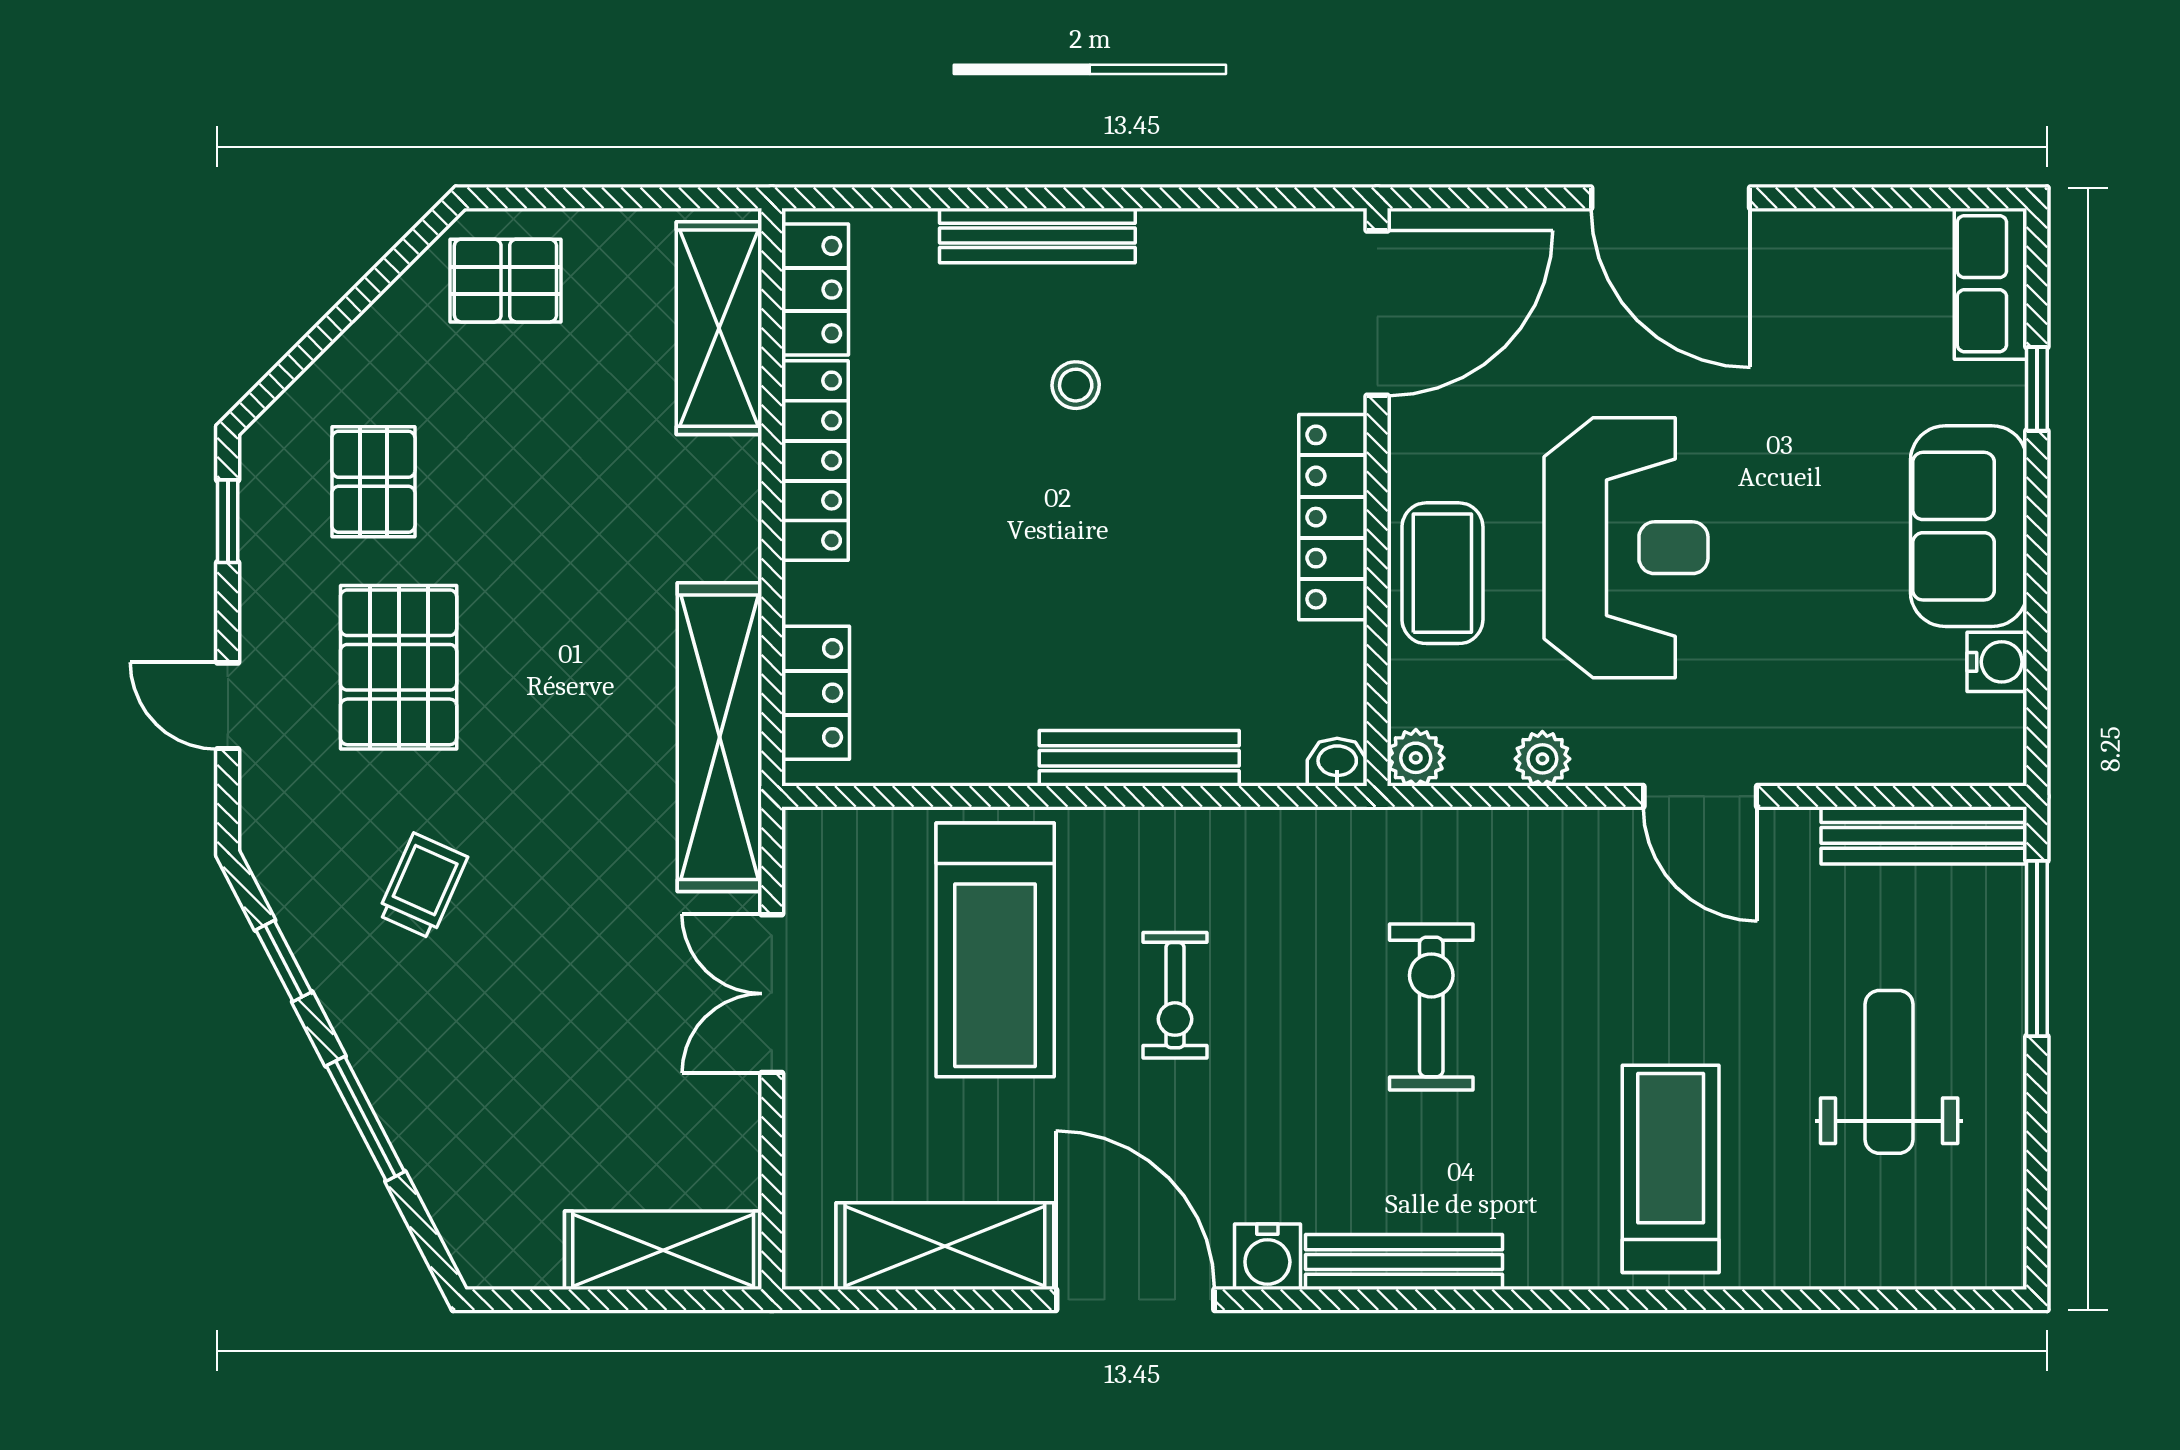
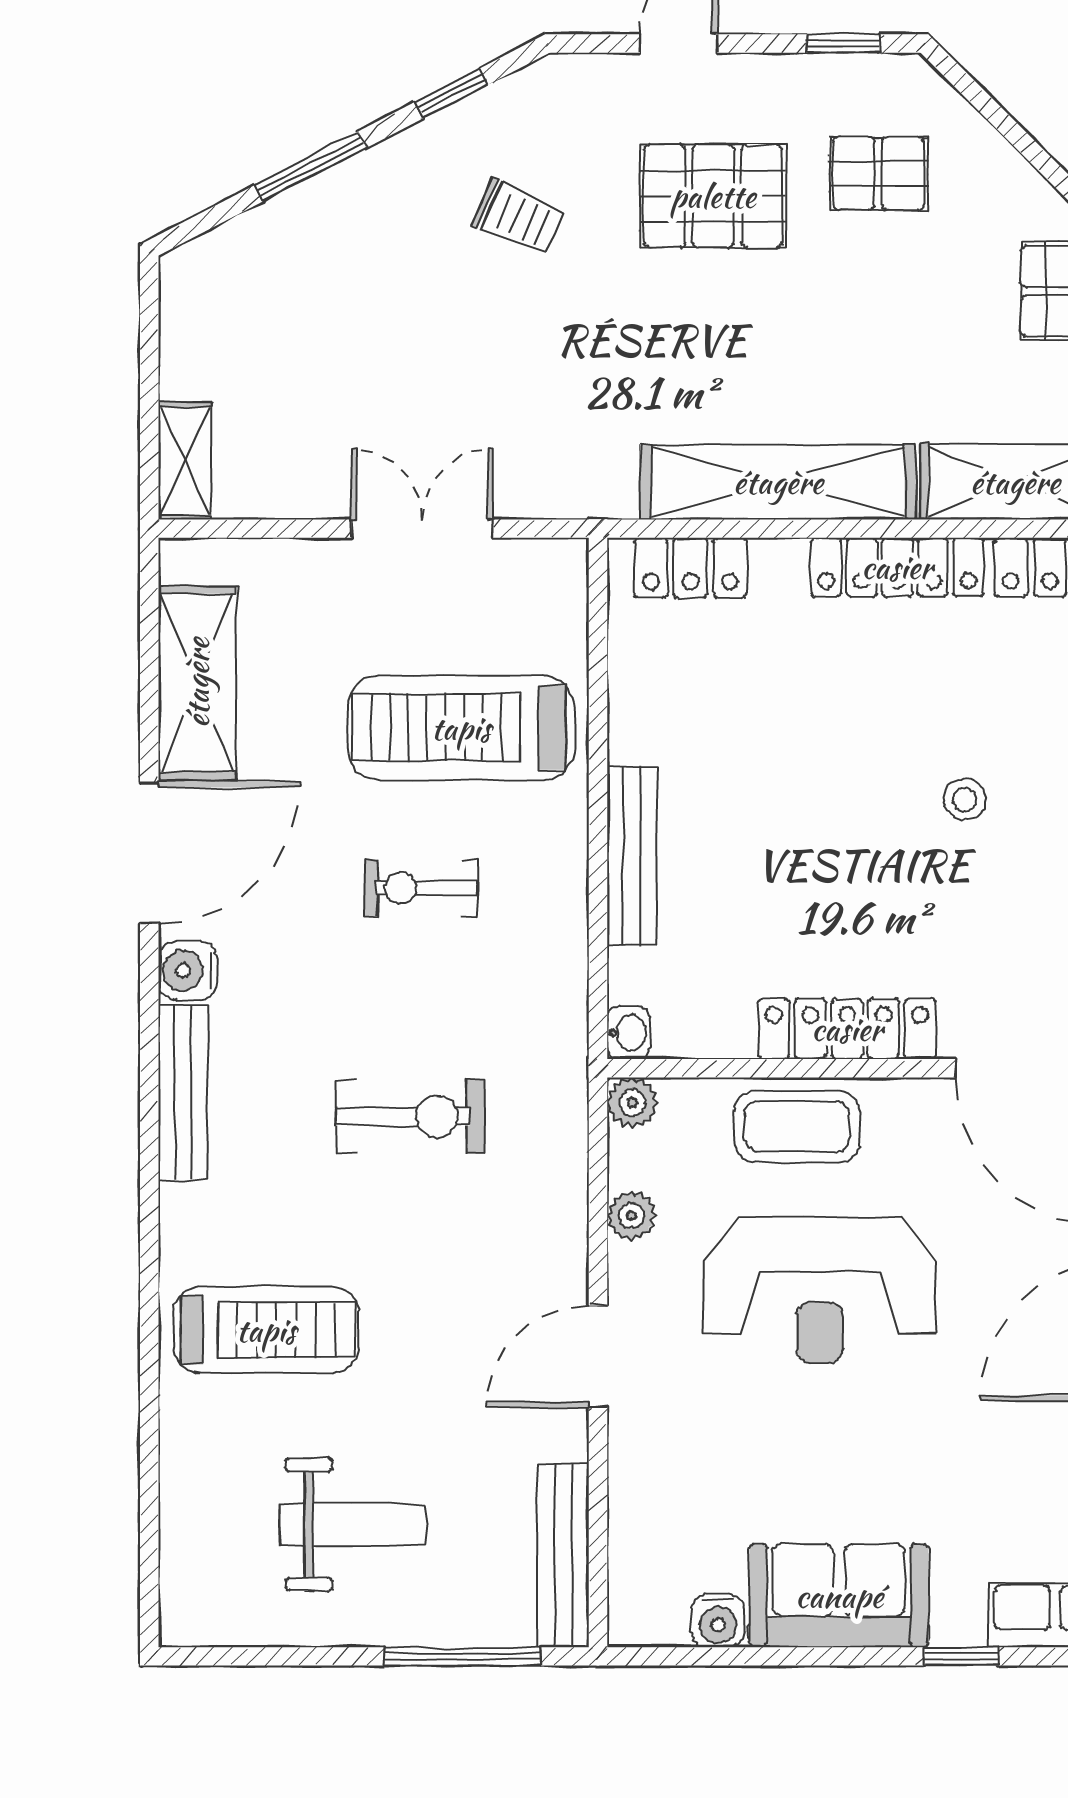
shelving: (719, 737) -> (778, 482), moved
shelving: (663, 1250) -> (185, 461), width x0.67, depth x0.75

